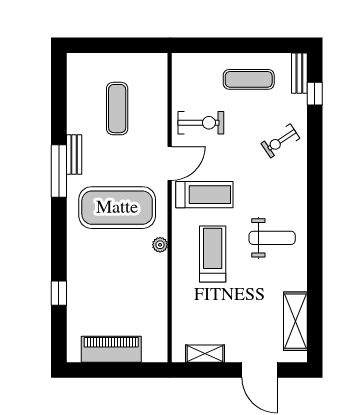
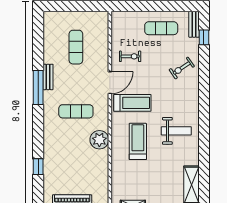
exercise bike: (201, 123) -> (130, 56), width x0.73, depth x0.72
exercise mat: (117, 208) -> (76, 111), width x0.50, depth x0.69
plant: (160, 245) -> (99, 140), width x1.88, depth x1.88

